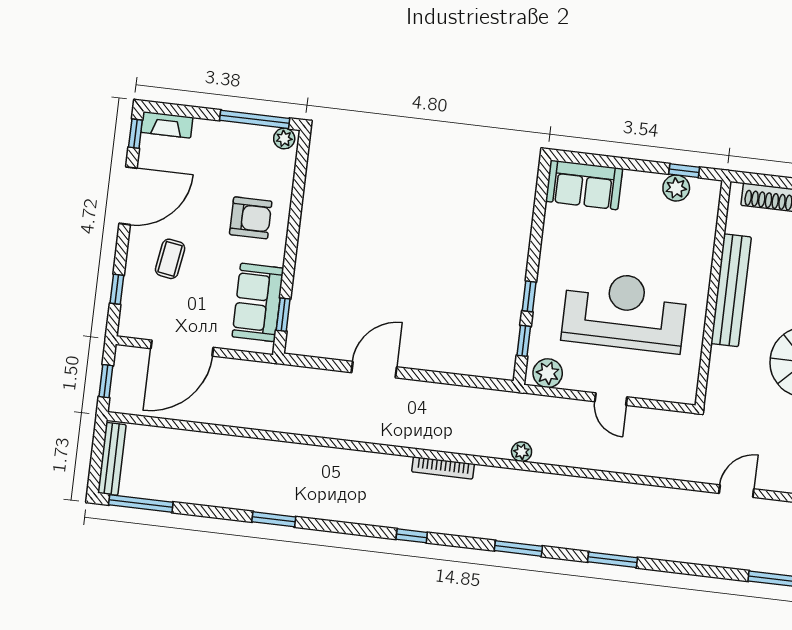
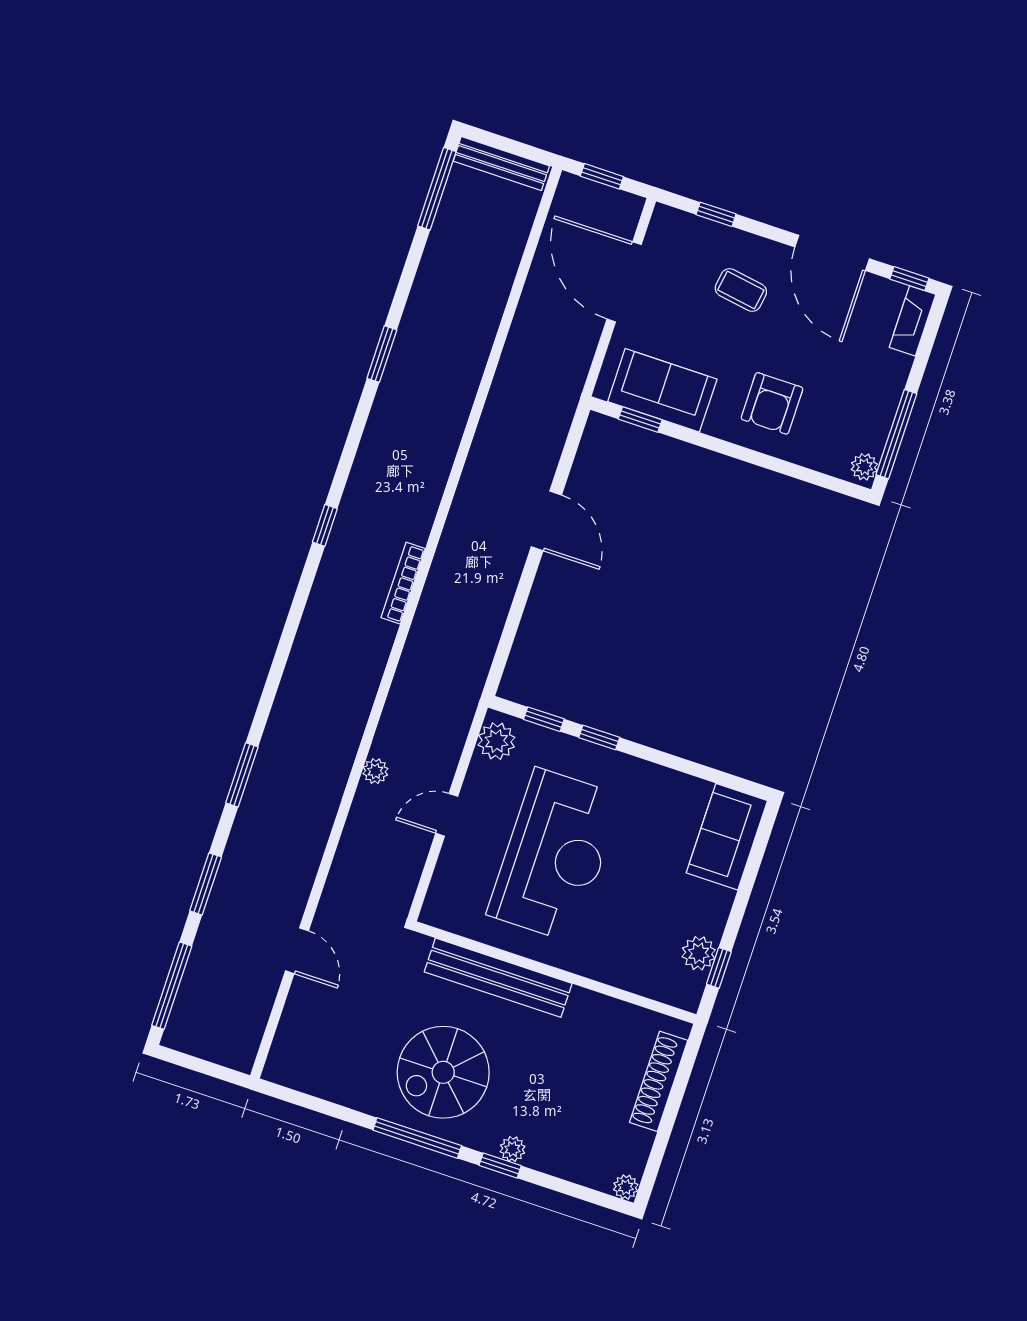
bench: (731, 290) -> (498, 978), moved
plant: (522, 452) -> (375, 771), moved
window: (518, 548) -> (206, 884), moved

